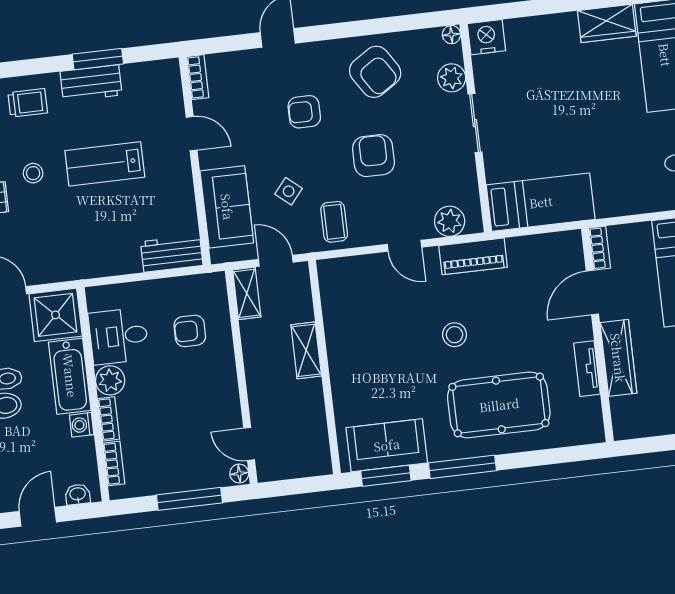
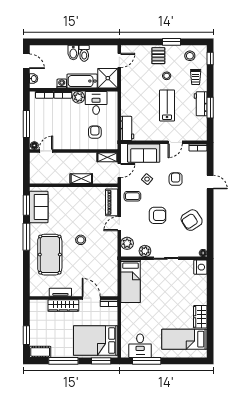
plant: (452, 78) -> (145, 251), moved
armchair: (304, 112) -> (176, 179), moved
piano: (473, 256) -> (112, 202), moved

